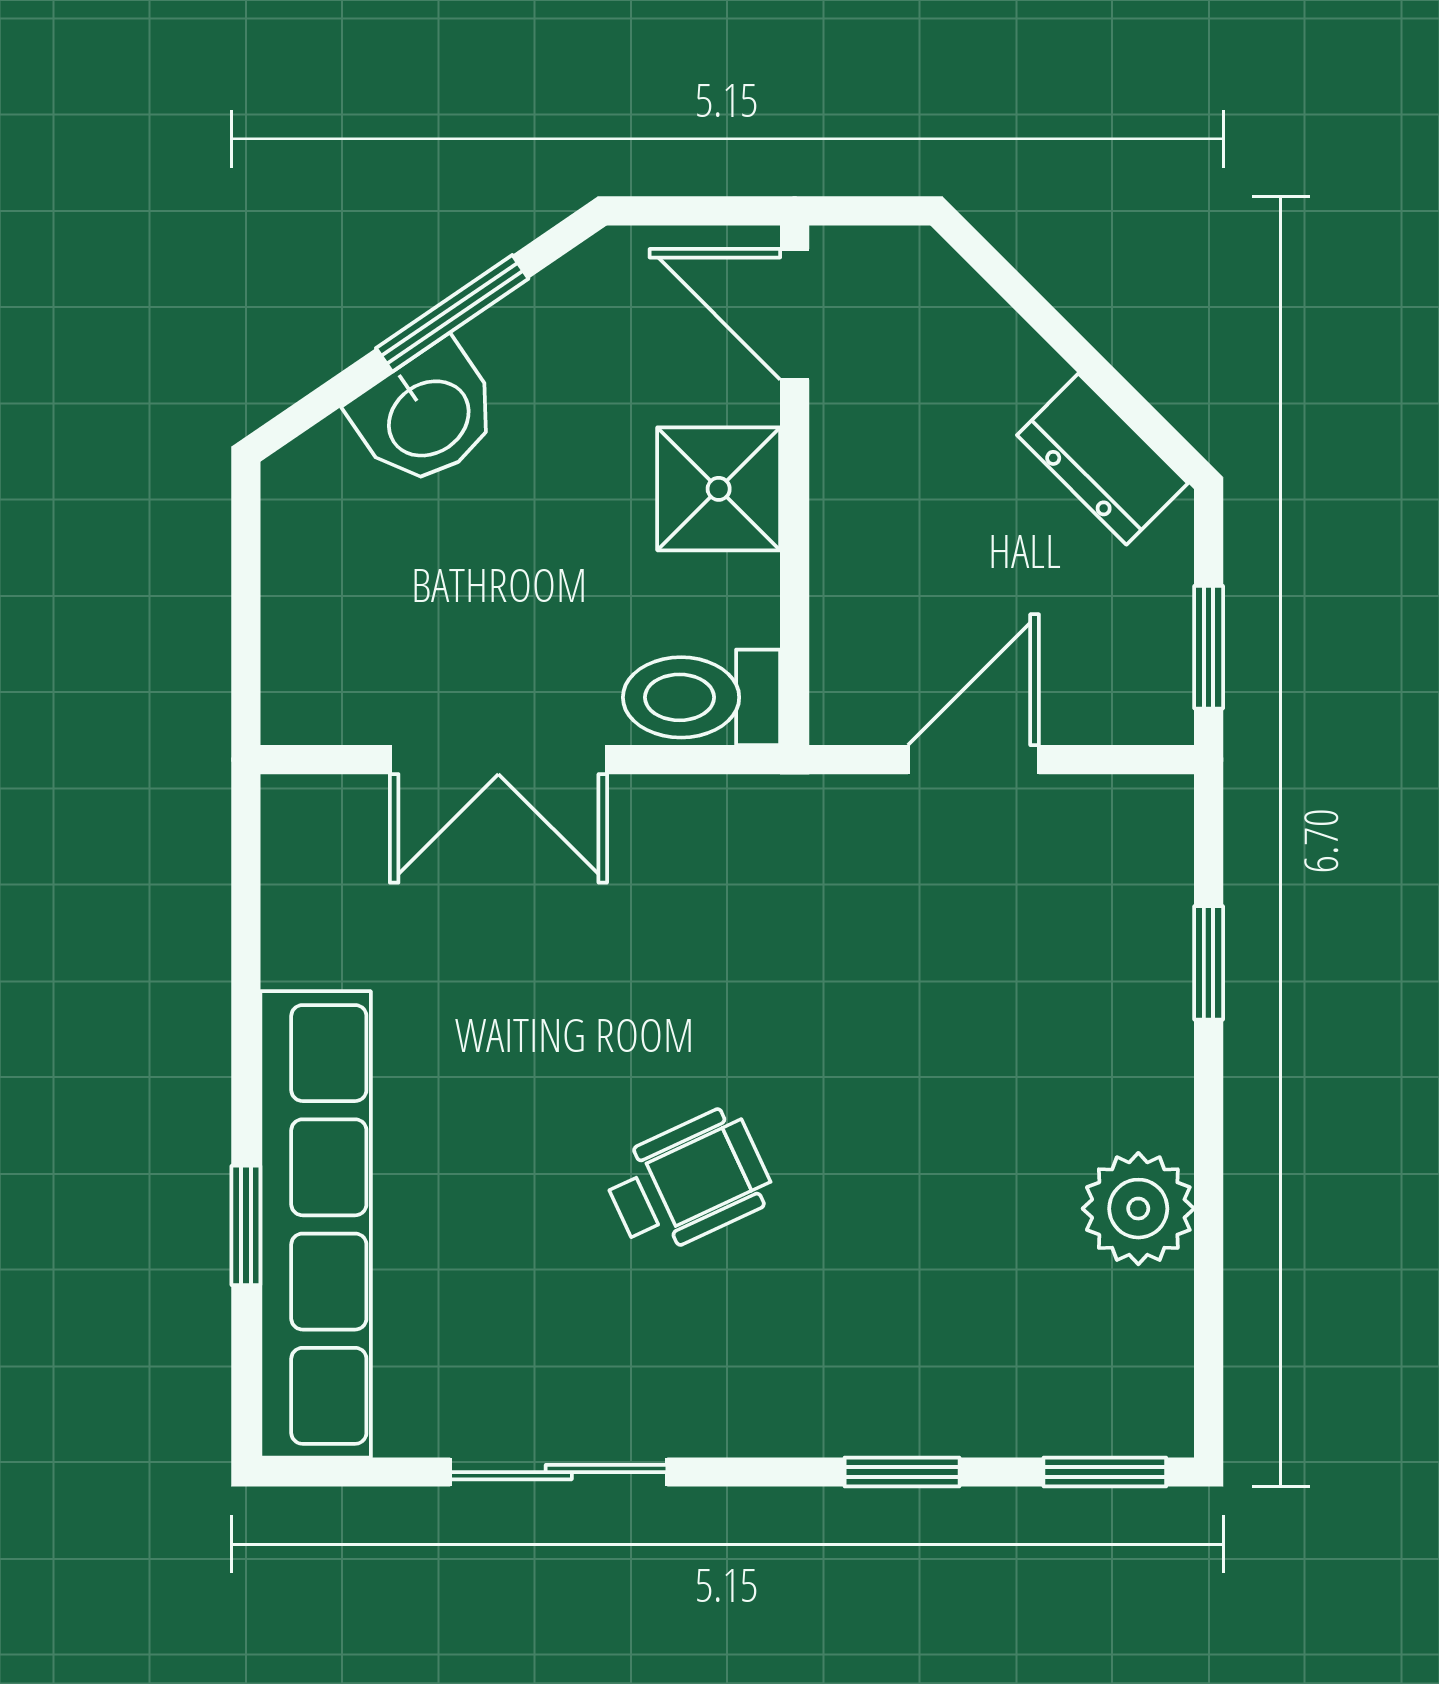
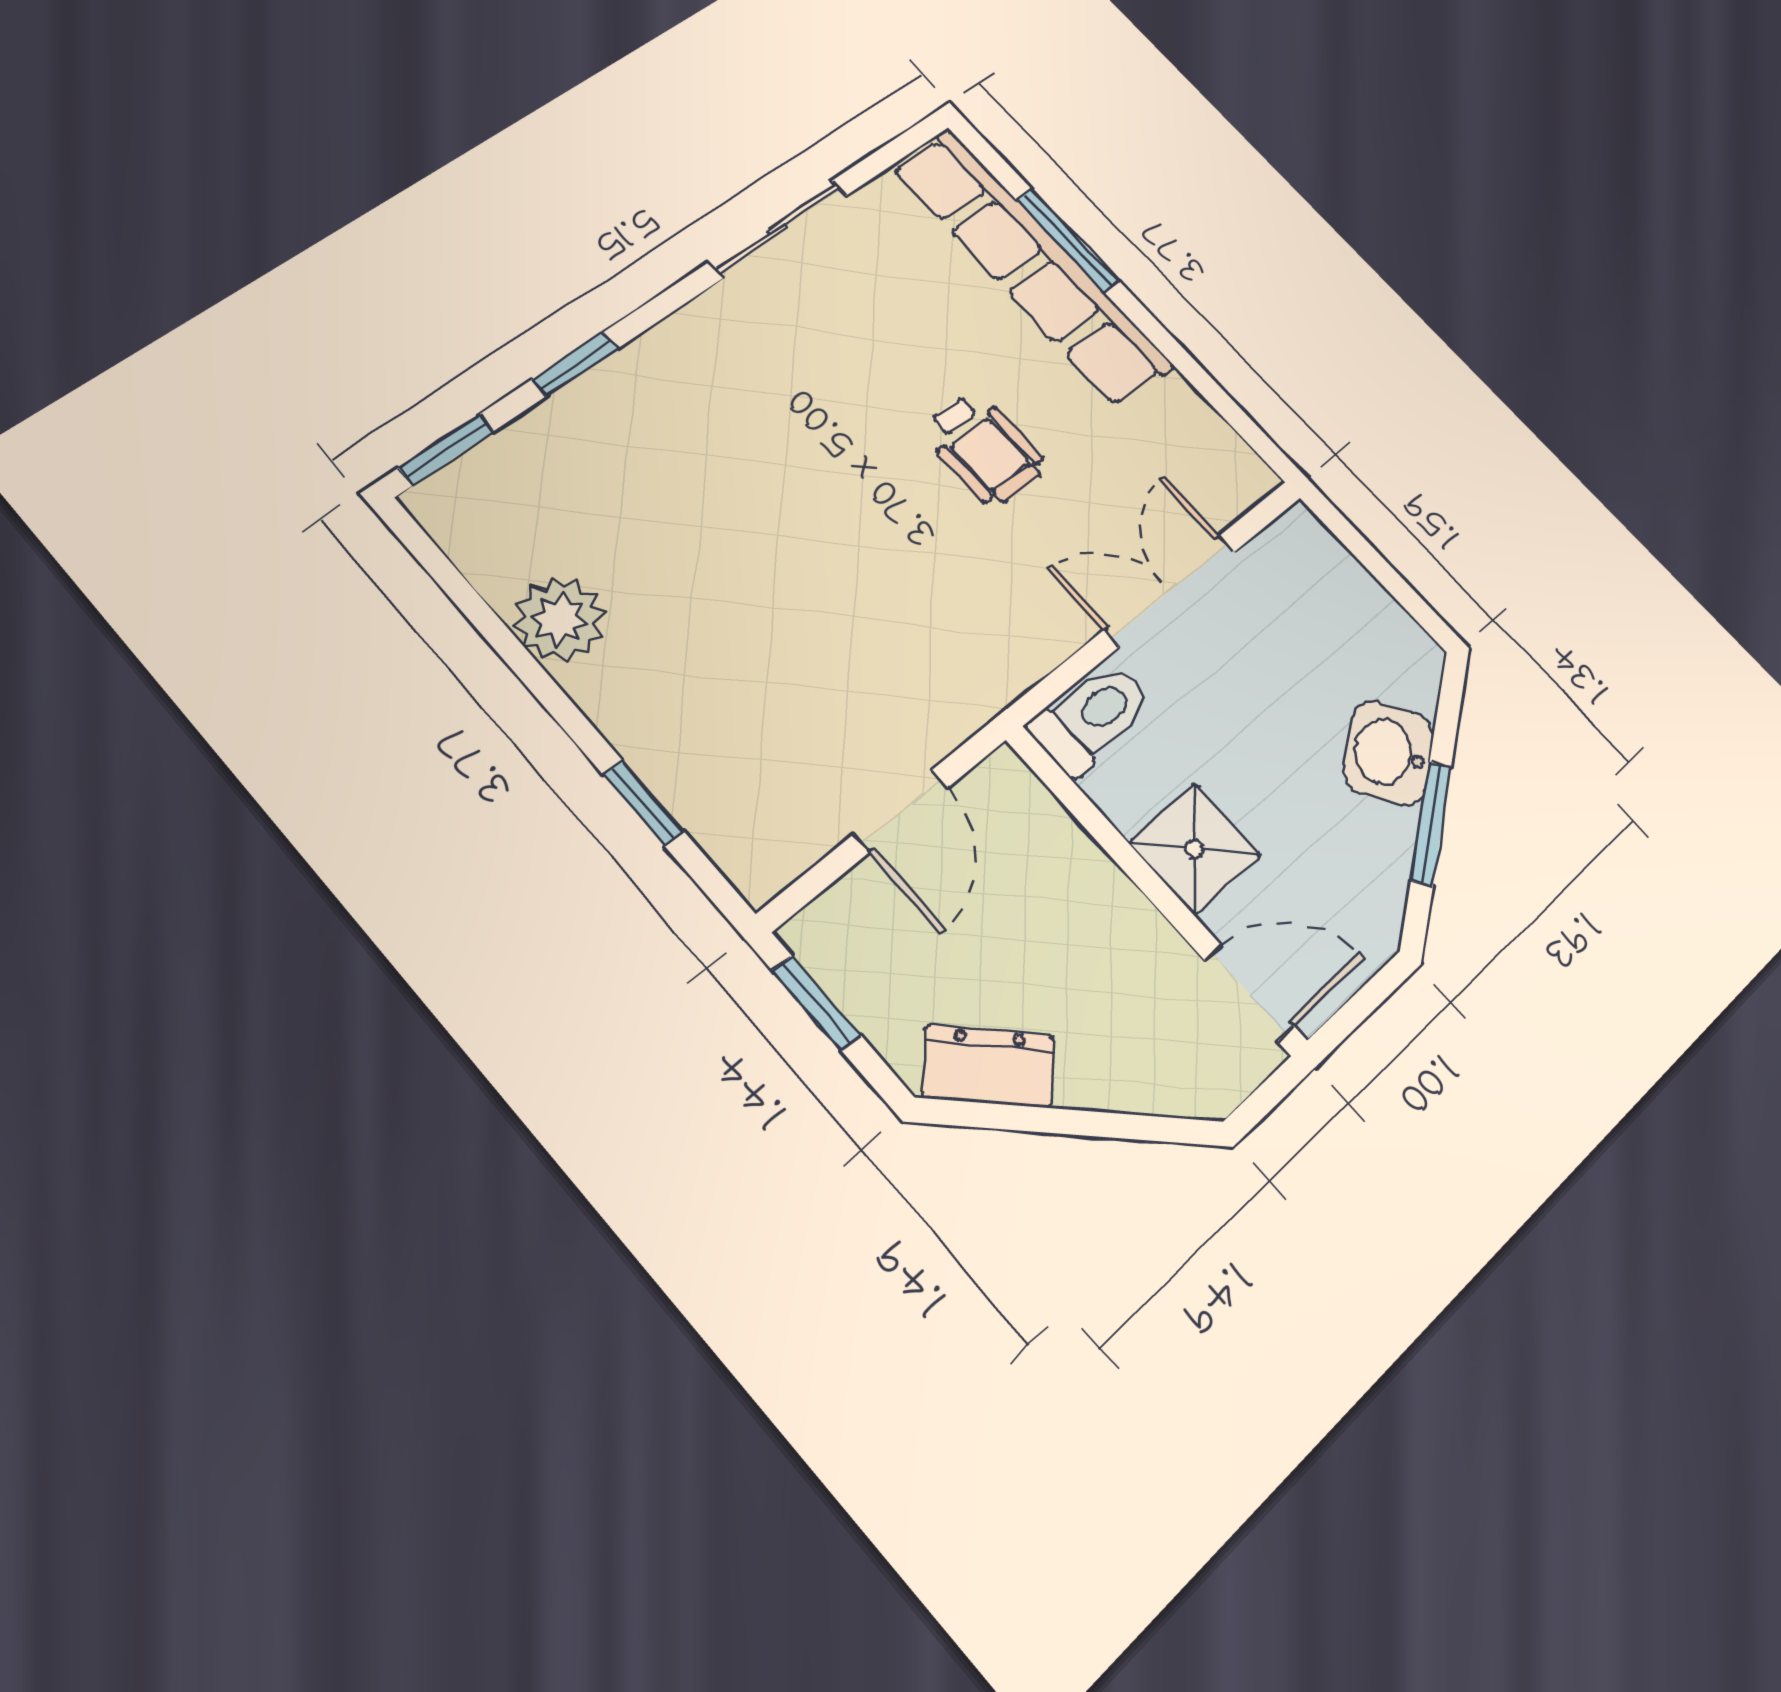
wheelchair: (688, 1182) -> (984, 448), moved, turned -65
window: (246, 1225) -> (1067, 240), width x1.50

